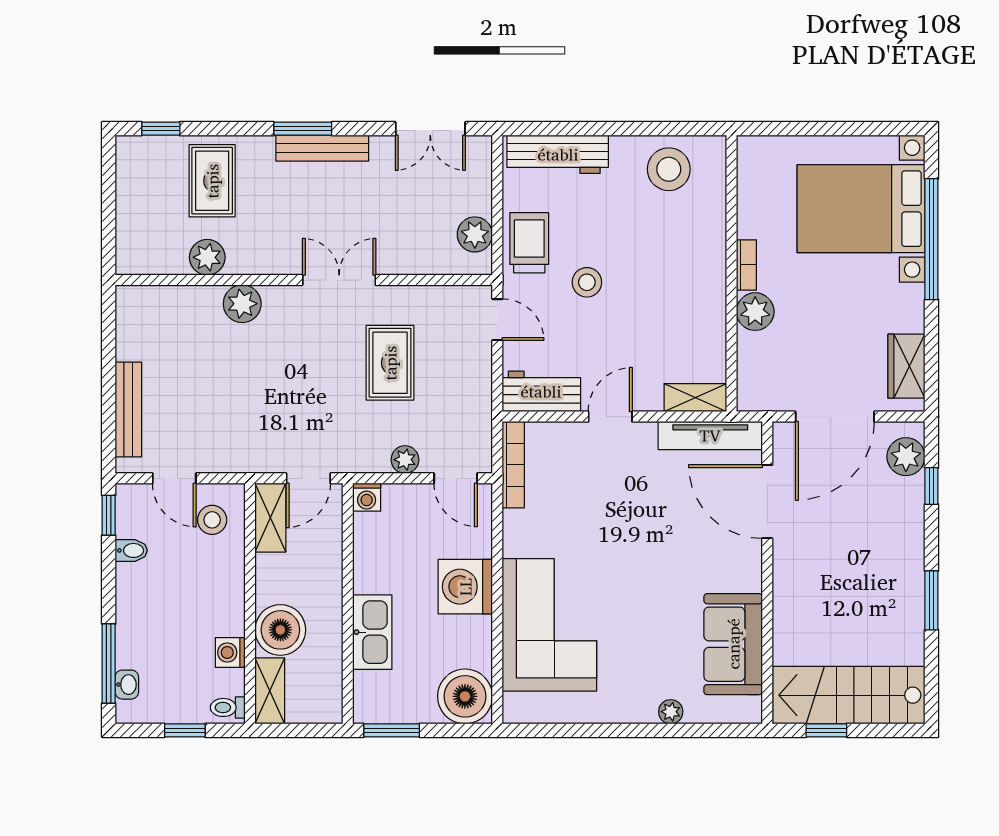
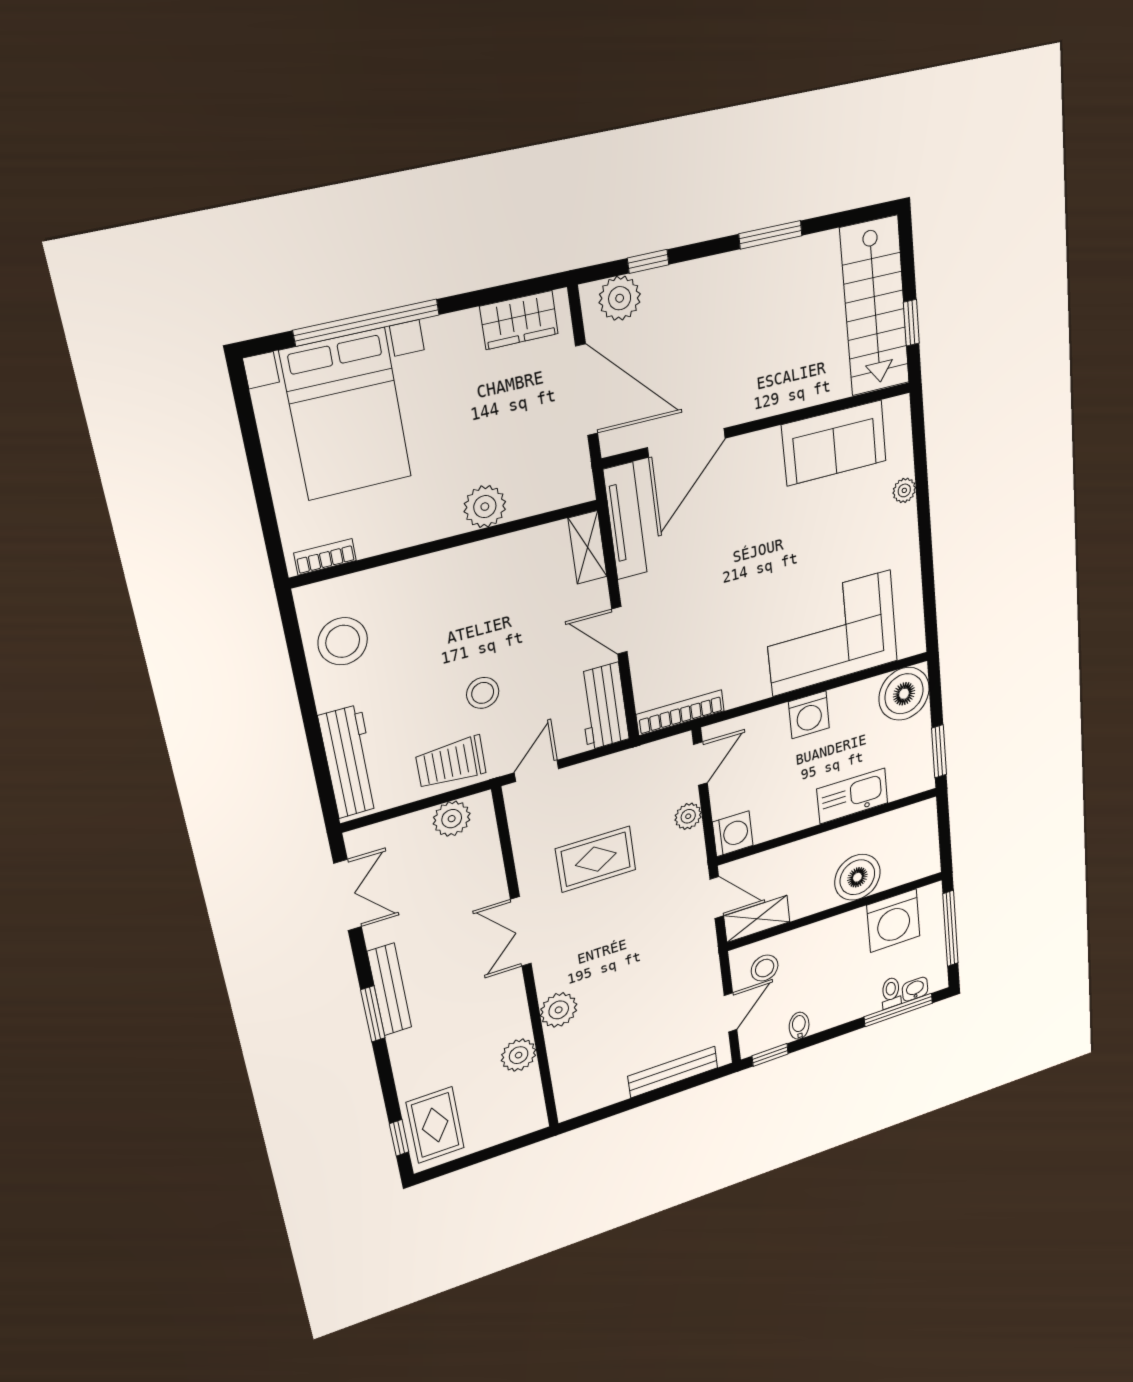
rug: (212, 181) -> (435, 1125), moved, turned 90
bookcase: (746, 265) -> (325, 557), moved
washing machine: (367, 497) -> (733, 834), width x1.38, depth x1.38
washing machine: (465, 587) -> (809, 715), width x0.73, depth x0.73
washing machine: (230, 653) -> (893, 921), width x1.89, depth x1.89
shelving: (270, 691) -> (912, 869), removed
toilet: (228, 707) -> (891, 993), moved, turned 180
window: (185, 730) -> (950, 929), width x2.17

